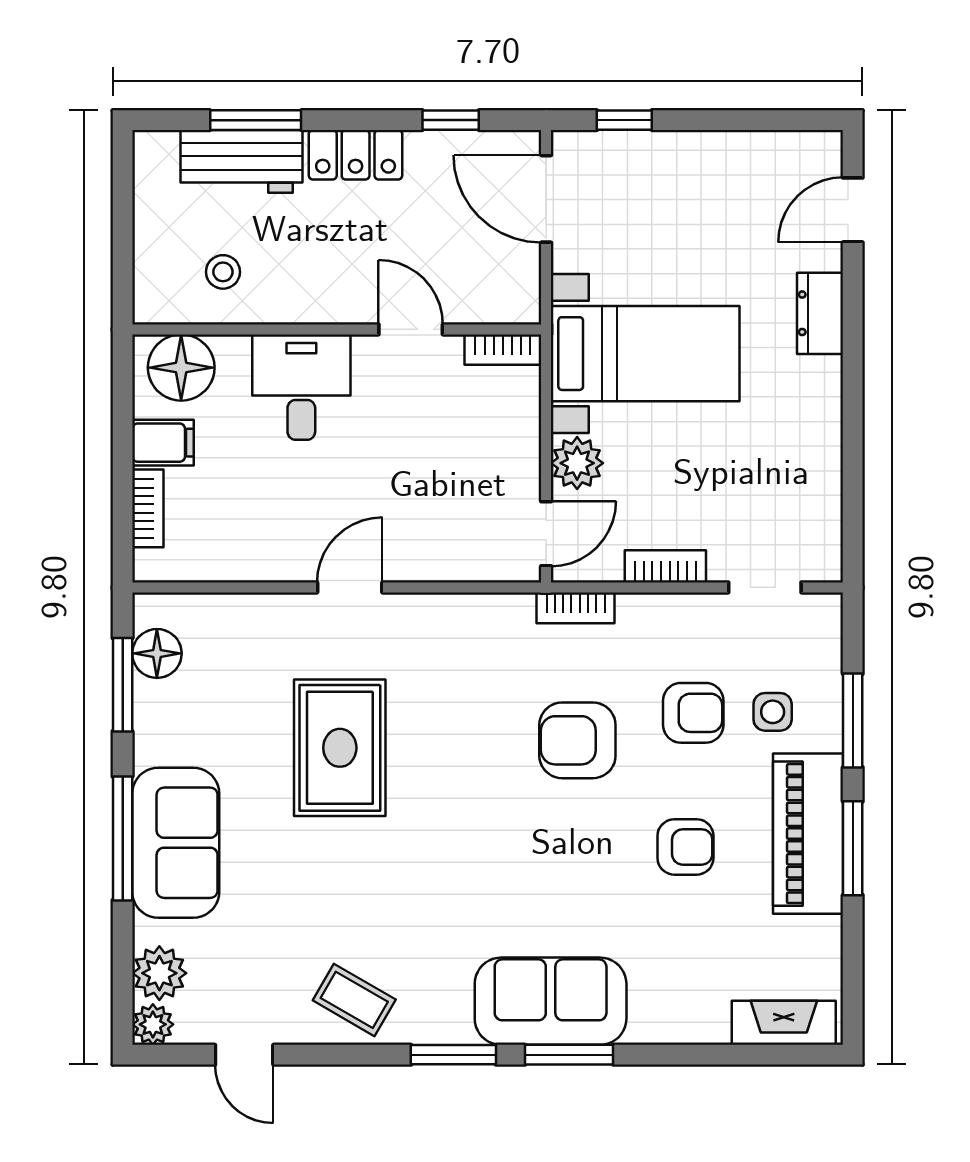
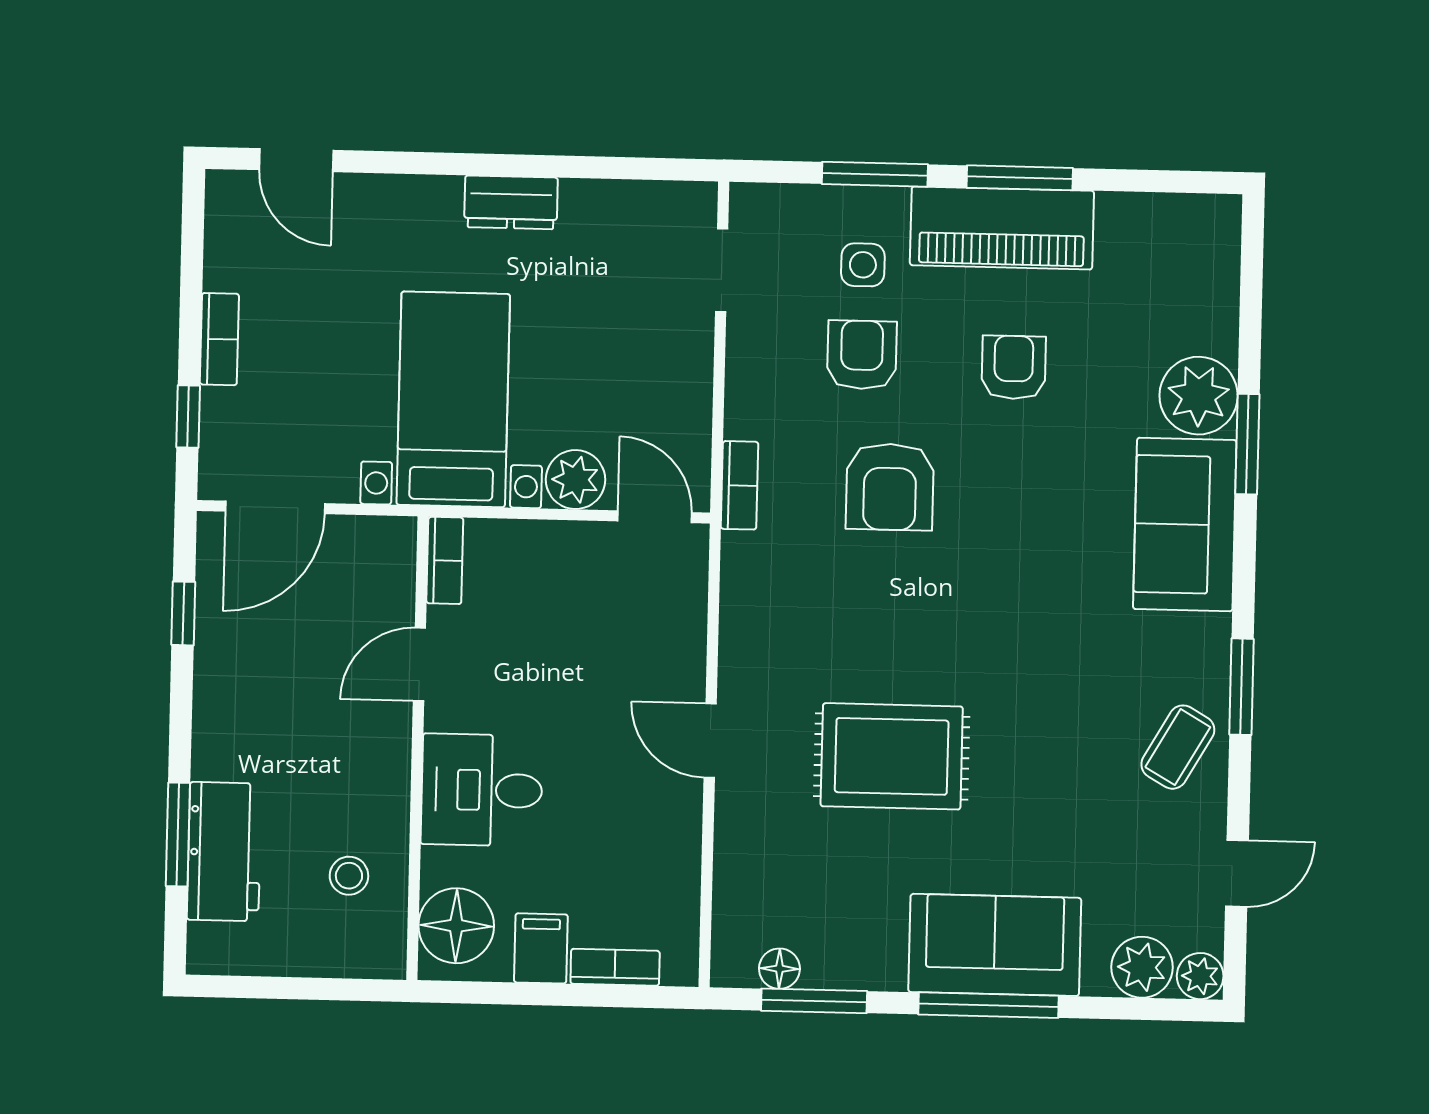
locker: (356, 155) -> (220, 722), removed
dresser: (820, 313) -> (511, 202), moved
bookcase: (665, 566) -> (219, 339), moved, turned 180
floor lamp: (157, 653) -> (779, 969), width x0.73, depth x0.73
plant: (665, 1011) -> (1199, 396), added
fireplace: (784, 1023) -> (1216, 261), removed
window: (453, 1055) -> (1241, 687), moved
window: (569, 1055) -> (1247, 444), moved

